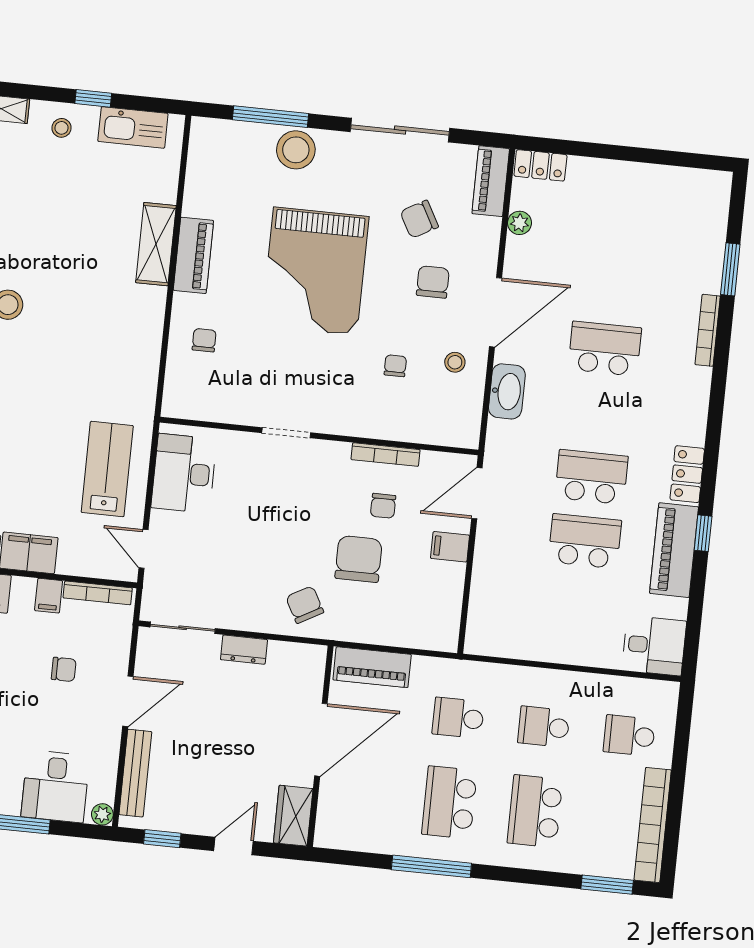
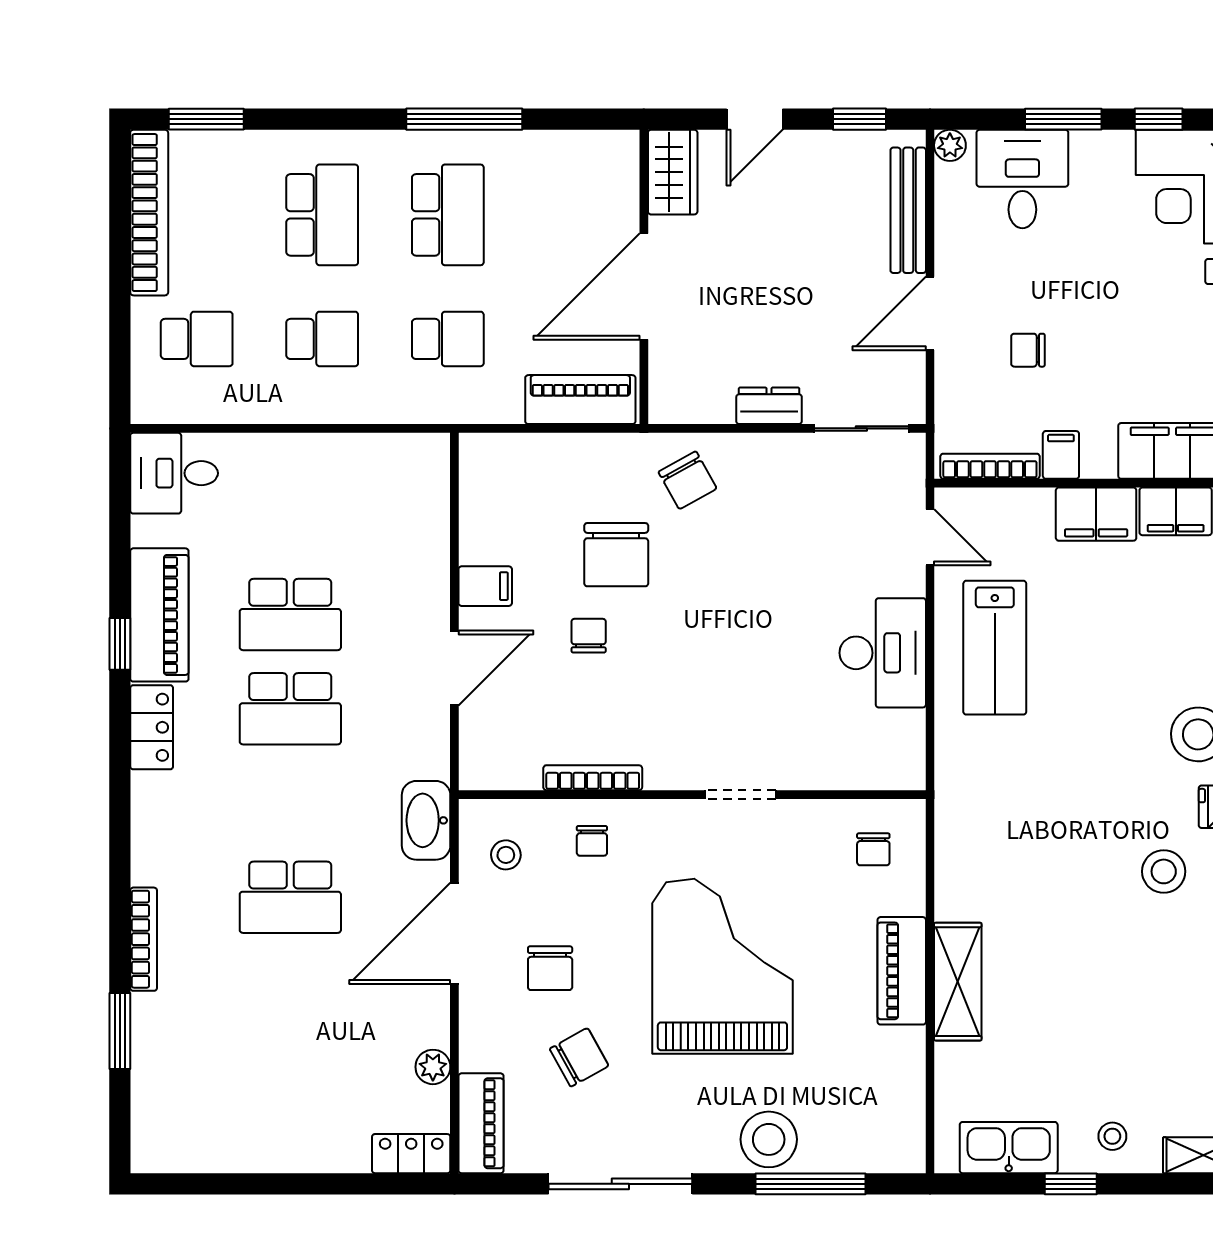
doorway: (286, 433) -> (740, 795), moved
wall: (319, 436) -> (692, 795), moved
bookcase: (386, 455) -> (593, 778), moved

